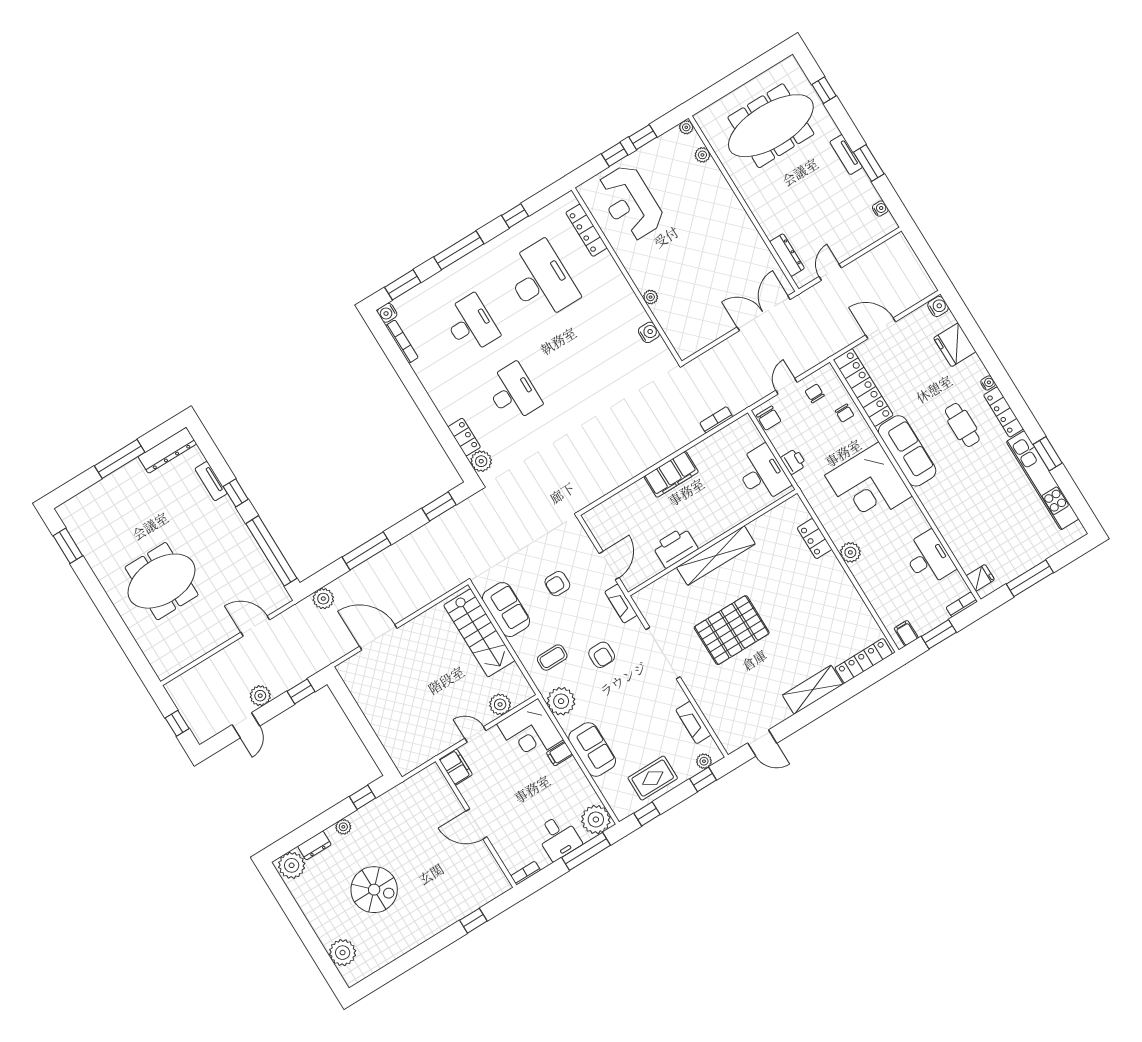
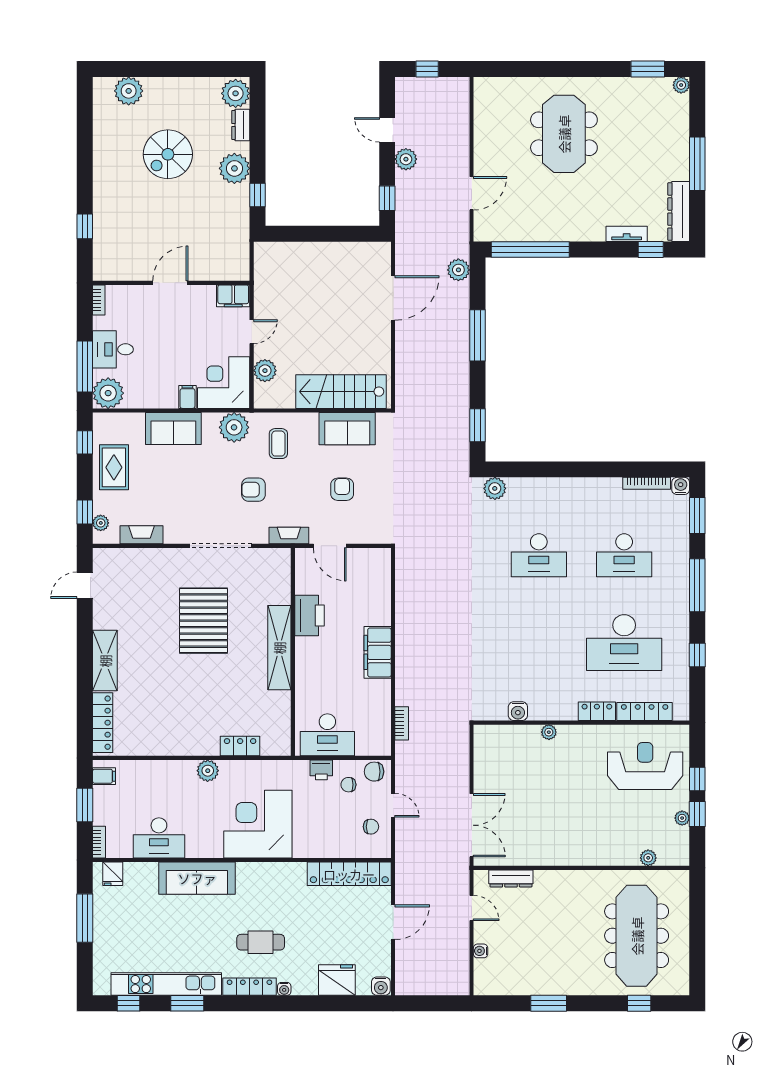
plant: (686, 127) -> (682, 818), moved
tv unit: (846, 155) -> (569, 988), removed
water cooler: (880, 209) -> (481, 951), moved, turned 90
chair: (845, 413) -> (348, 785), moved
locker: (464, 437) -> (597, 711), moved, turned 180
sofa: (907, 451) -> (197, 878), moved
window: (236, 493) -> (651, 250), moved
window: (1077, 501) -> (129, 1003), added
plant: (64, 511) -> (681, 85), added
plant: (343, 827) -> (234, 168), width x1.87, depth x1.87

